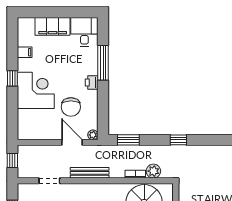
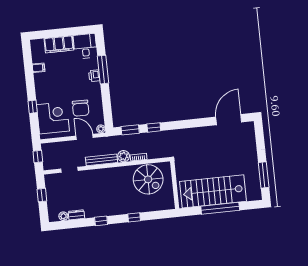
window: (12, 78) -> (33, 107), moved
printer: (92, 83) -> (94, 76), moved
corner desk: (36, 90) -> (53, 118), moved
window: (178, 140) -> (154, 127), moved
plant: (153, 171) -> (124, 156), moved

